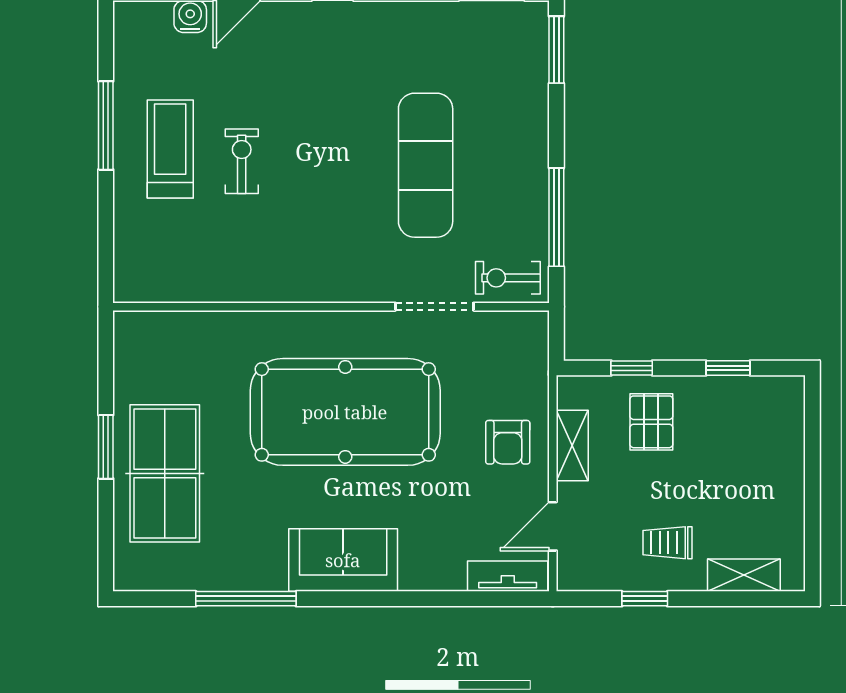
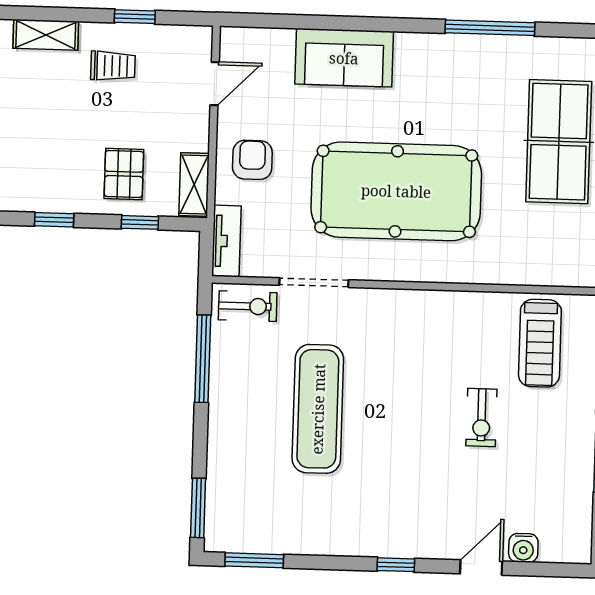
treadmill: (170, 149) -> (540, 343), moved
shelving: (572, 446) -> (194, 185), moved
sofa: (343, 560) -> (344, 58), moved
tv unit: (508, 576) -> (226, 241), moved, turned -90

